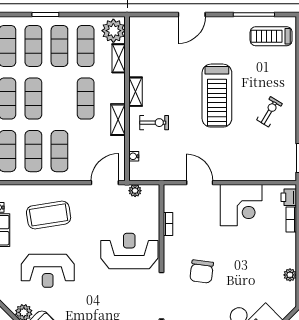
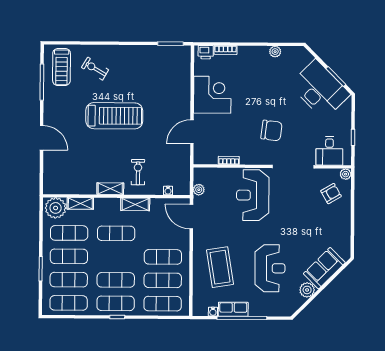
exercise bike: (269, 112) -> (95, 69), moved

